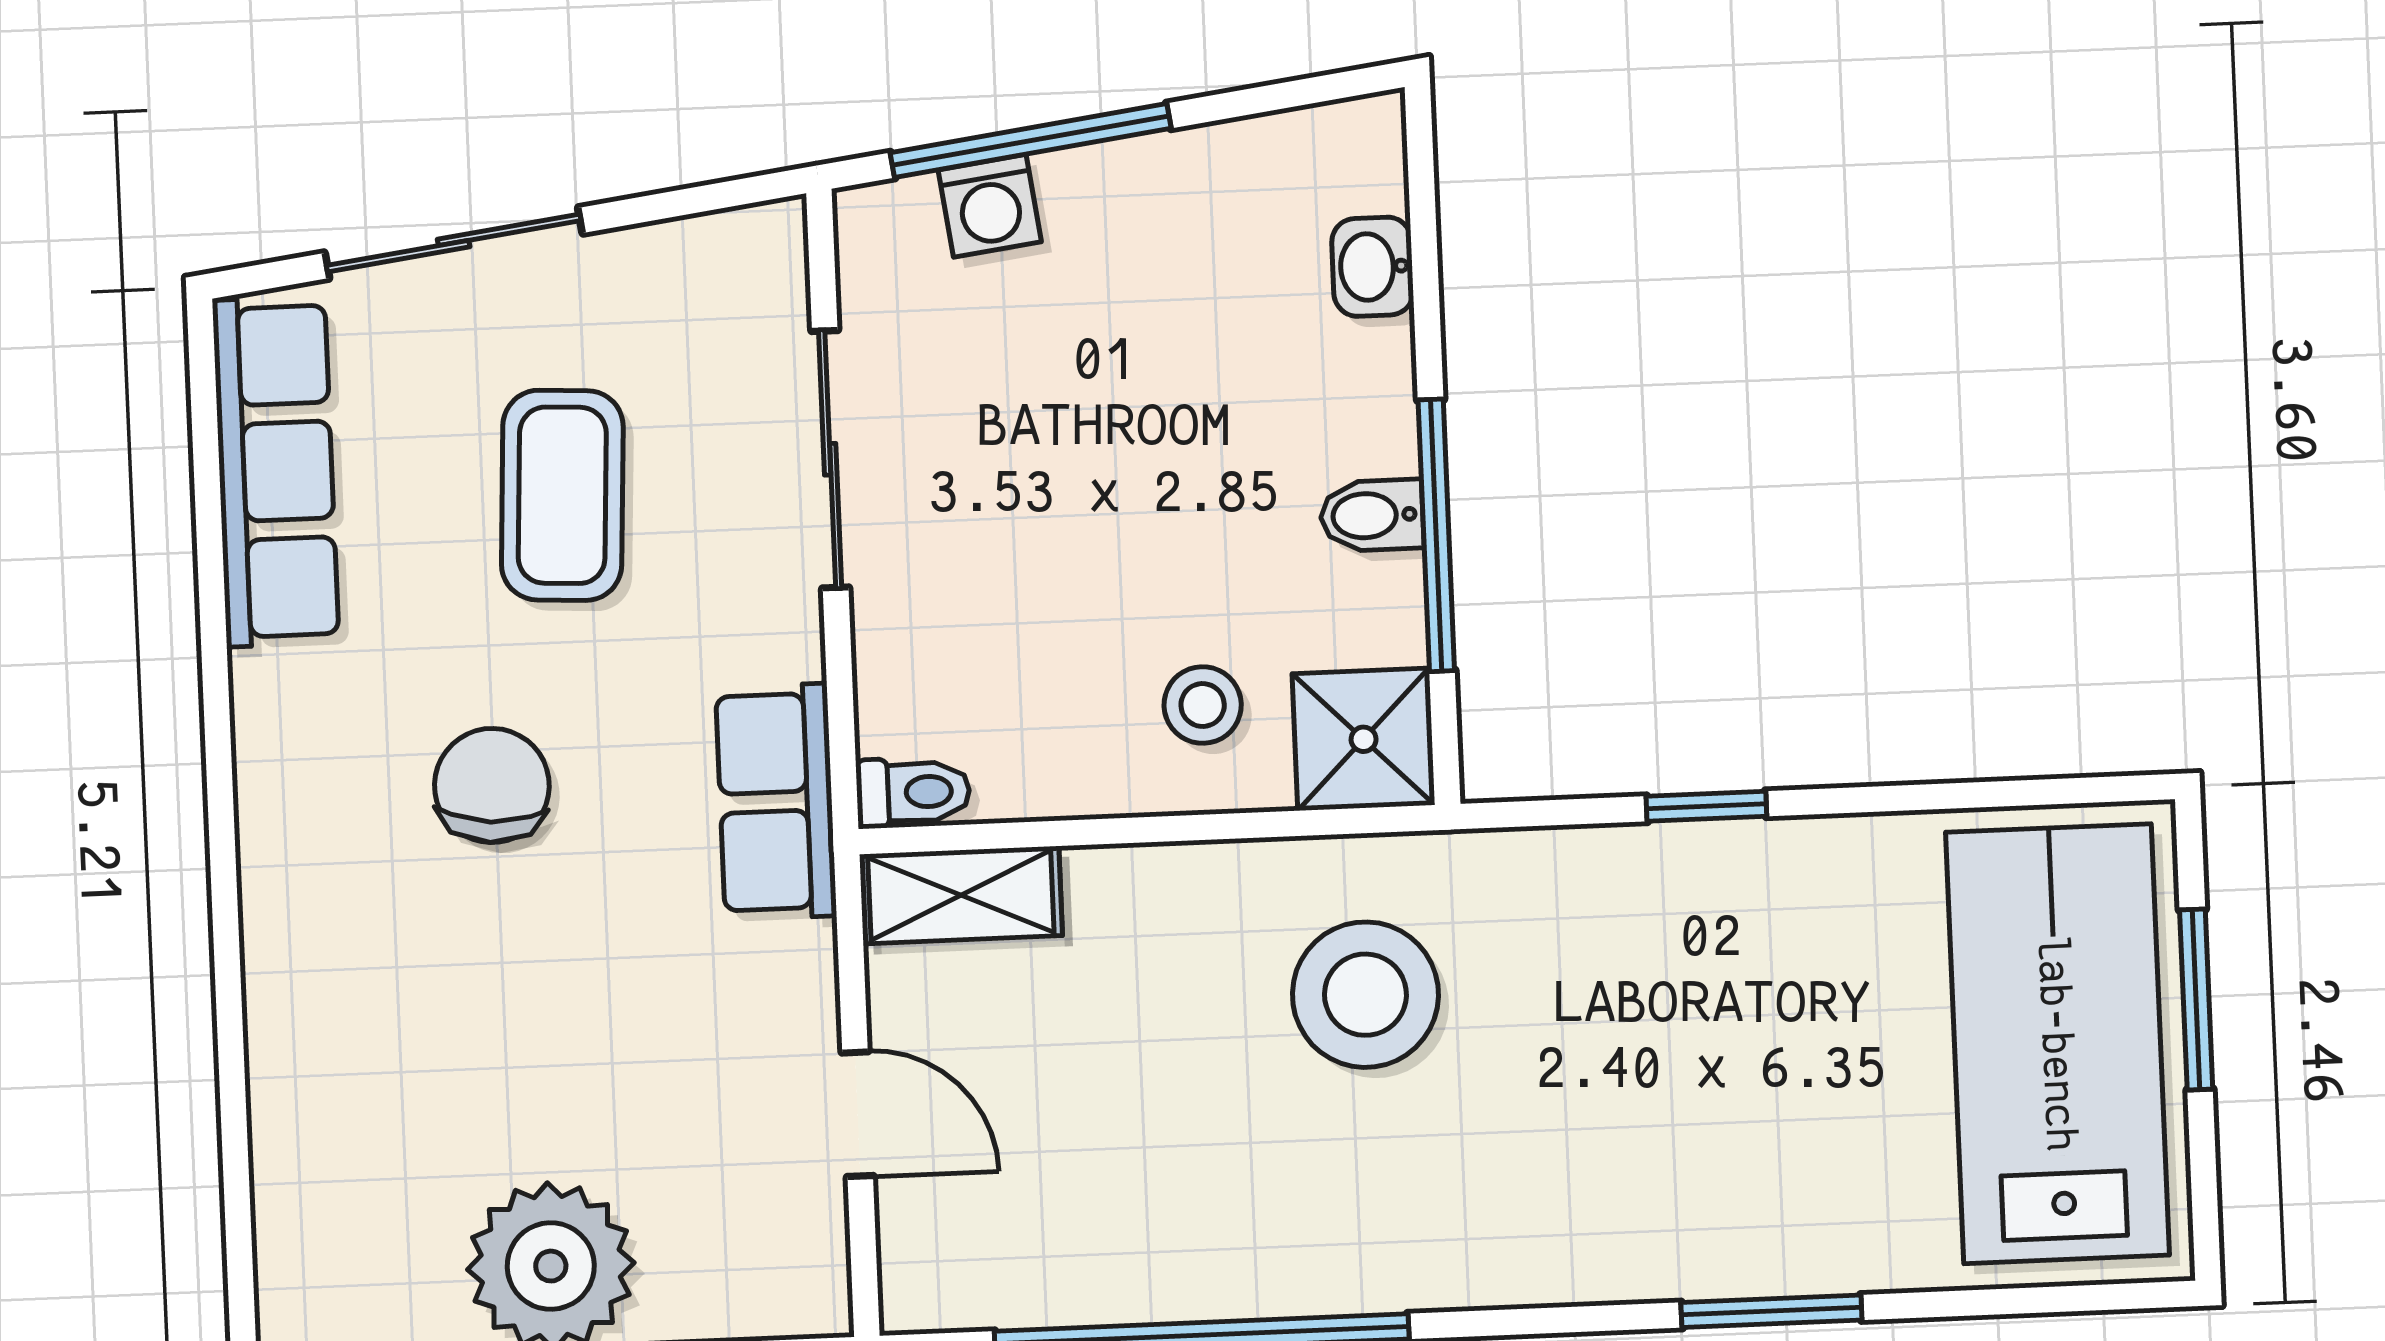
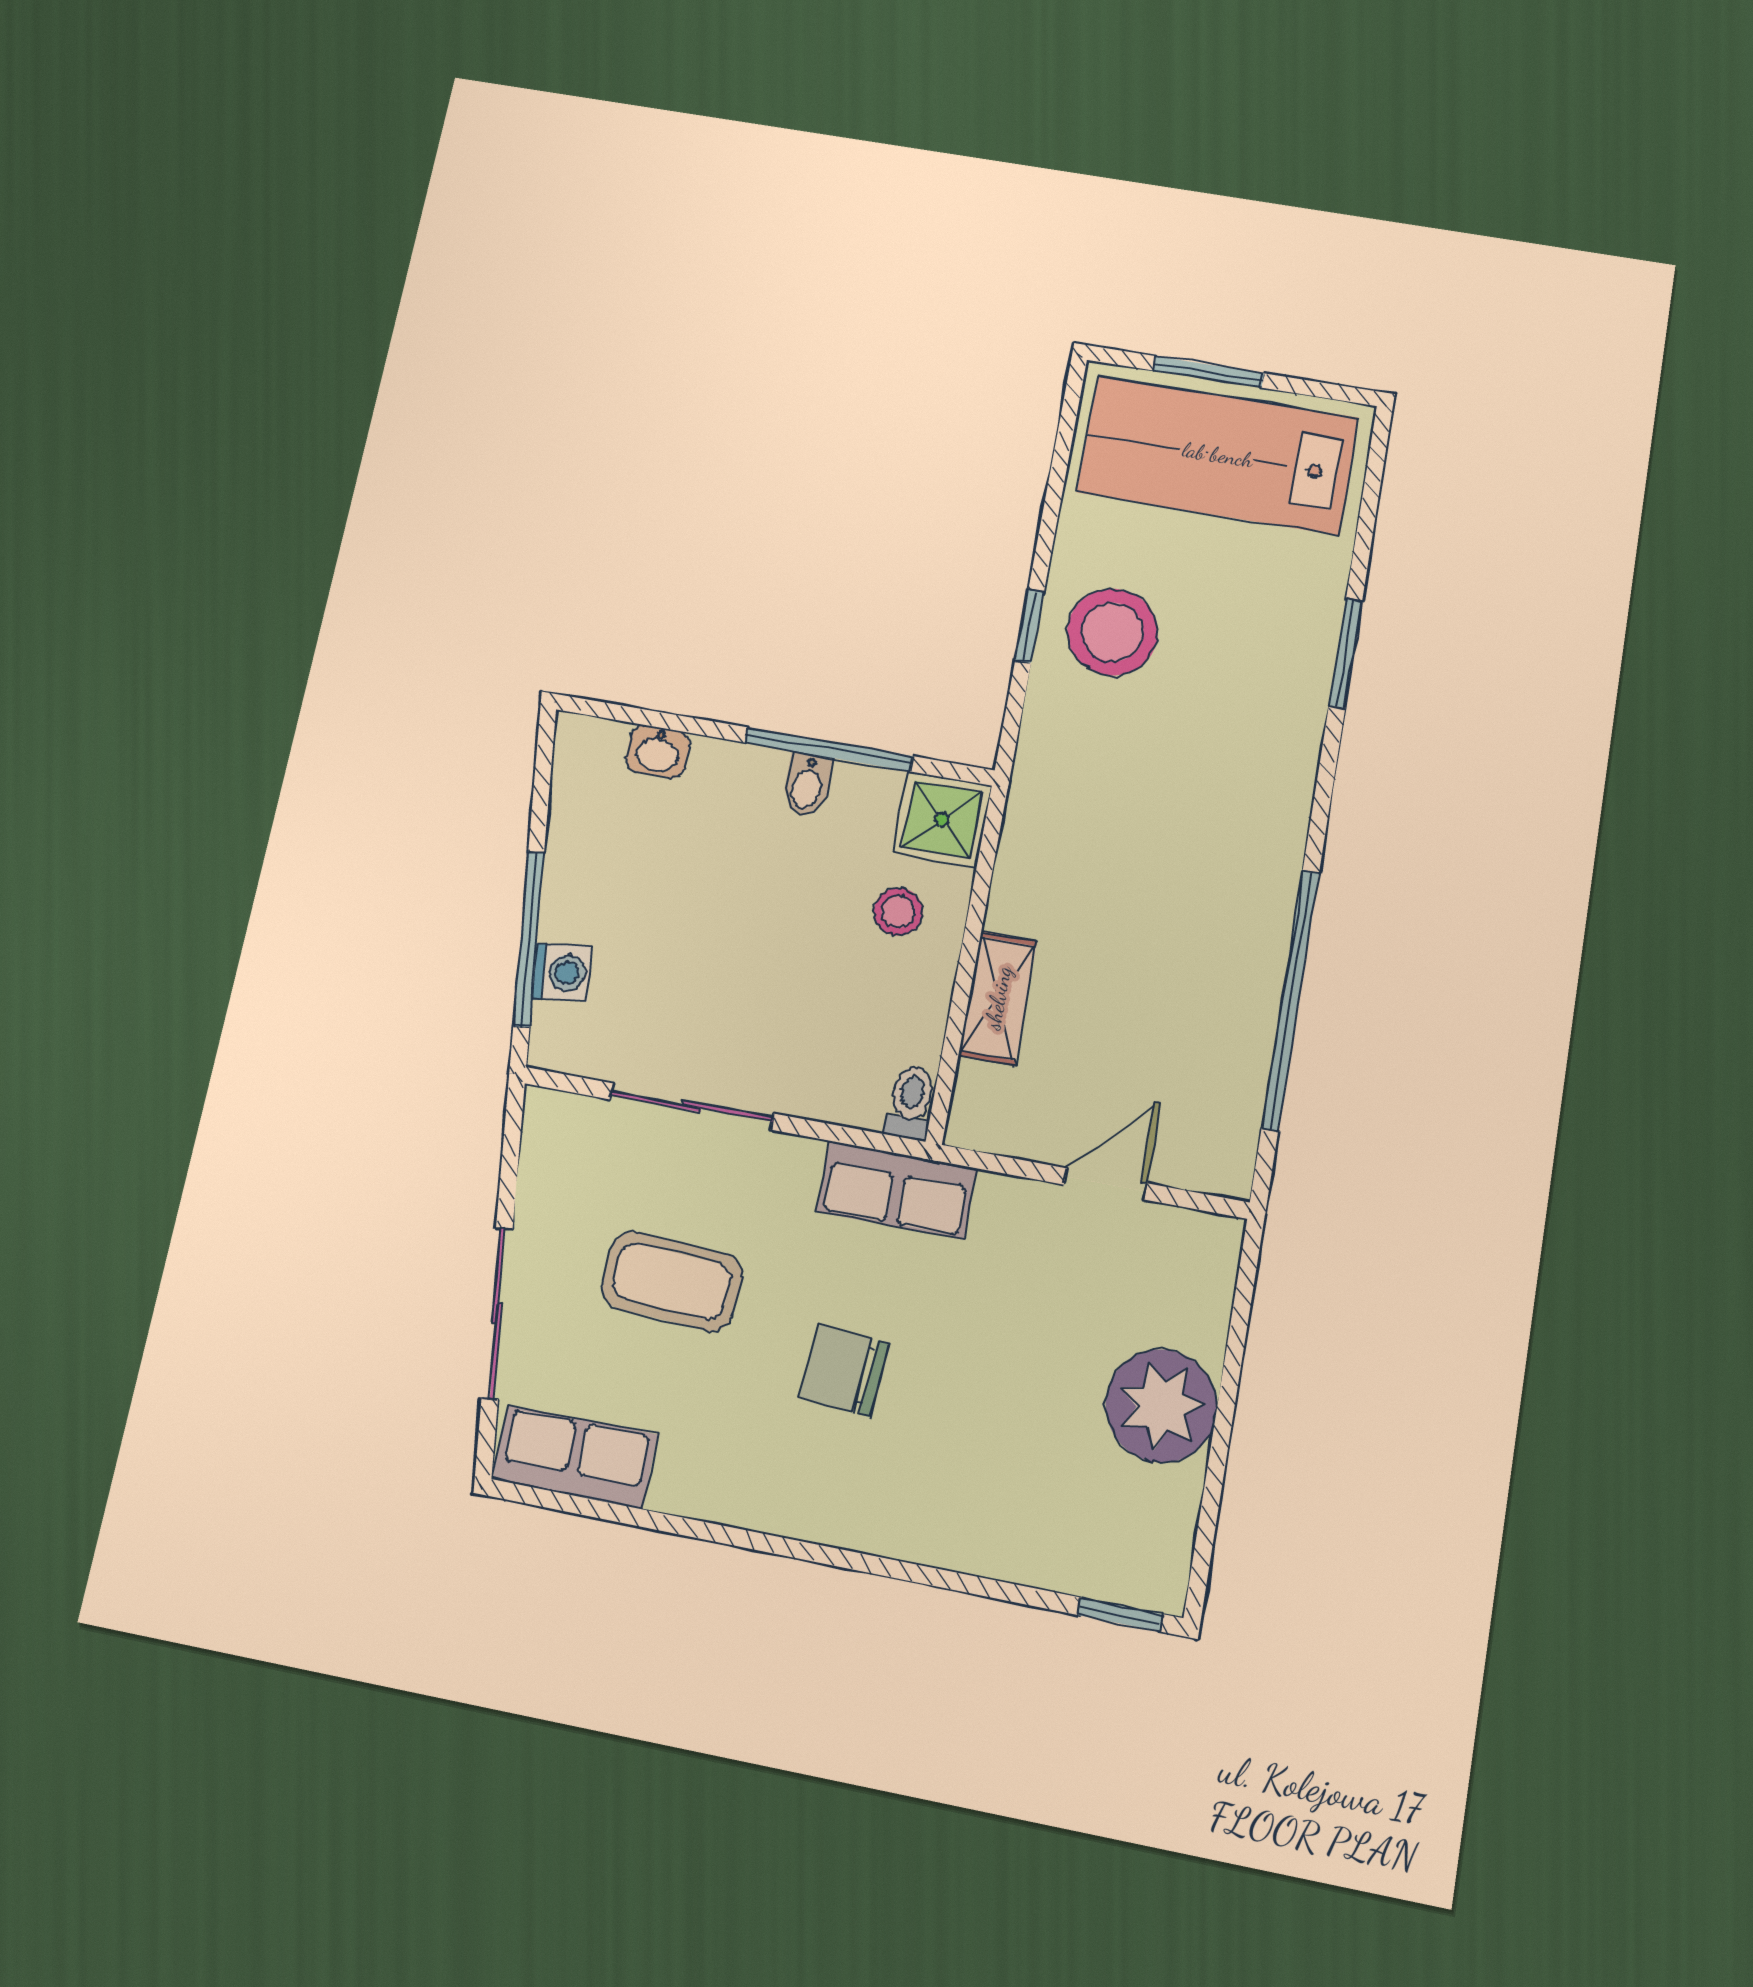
row of seats: (276, 472) -> (575, 1457), width x0.68
shelving: (961, 895) -> (998, 998), moved
stool: (1365, 995) -> (1113, 632), moved
window: (240, 1270) -> (1120, 1615), added

